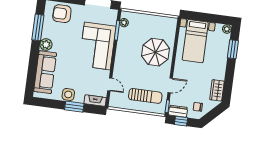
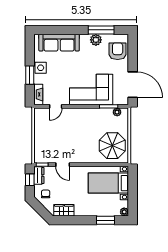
plant: (46, 45) -> (96, 40), moved
parasol: (155, 52) -> (112, 146), moved
sun lounger: (145, 96) -> (49, 142), removed

